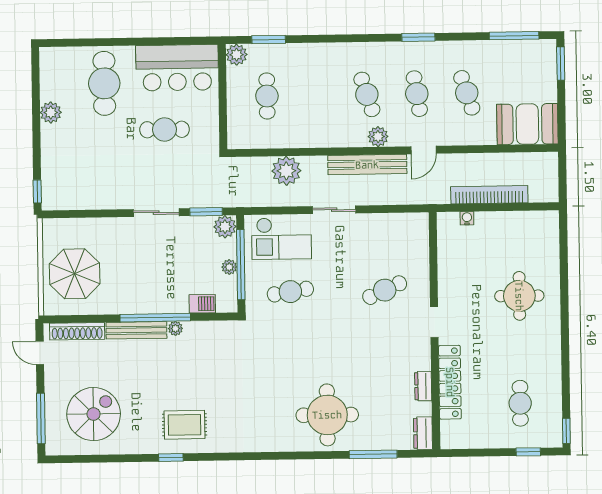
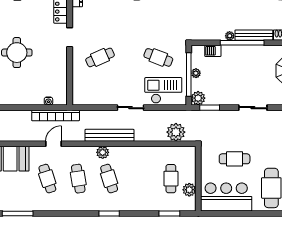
window: (418, 37) -> (109, 213), moved
plant: (237, 55) -> (189, 190), moved
door: (424, 150) -> (53, 144), moved
plant: (286, 171) -> (176, 132), moved
bookcase: (489, 195) -> (56, 115), moved
sliding door: (156, 213) -> (253, 108), moved
cafe table: (290, 292) -> (158, 57), turned 30

